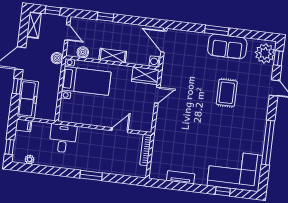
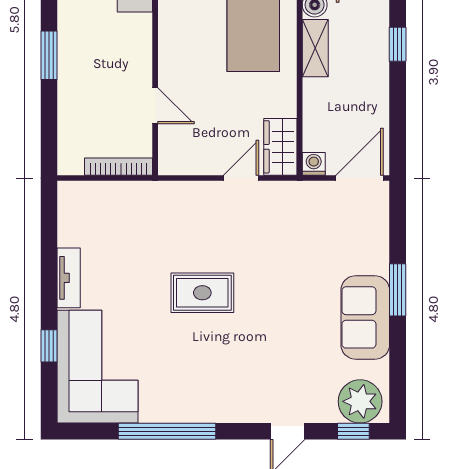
shelving: (113, 56) -> (315, 48), moved
rug: (227, 93) -> (202, 293), moved
door: (157, 95) -> (241, 178), swing flipped
tv unit: (181, 177) -> (69, 278), moved

